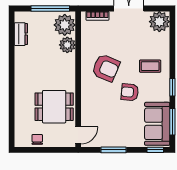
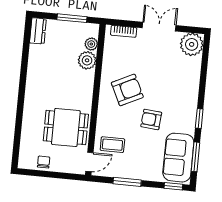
window: (50, 9) -> (72, 18), width x0.69
plant: (65, 25) -> (91, 44), width x0.53, depth x0.53
dresser: (21, 34) -> (38, 31), moved
coffee table: (150, 66) -> (112, 145), moved
armchair: (106, 68) -> (127, 90), turned -49

